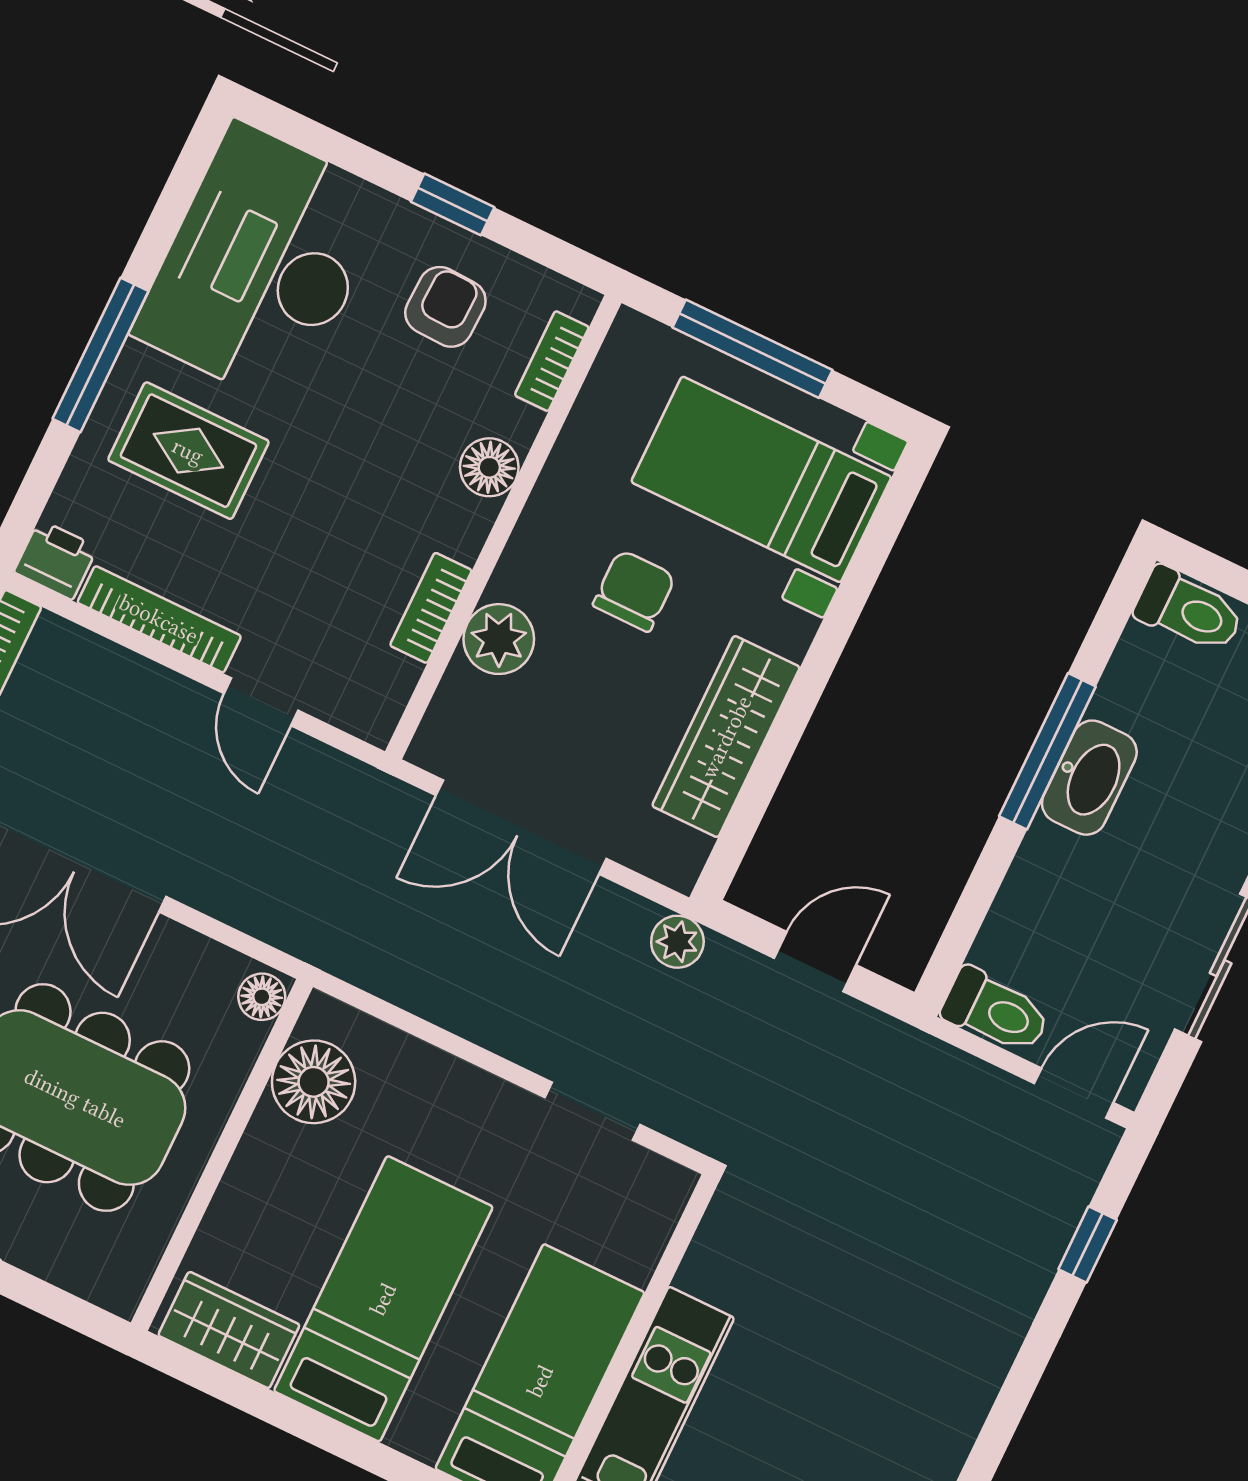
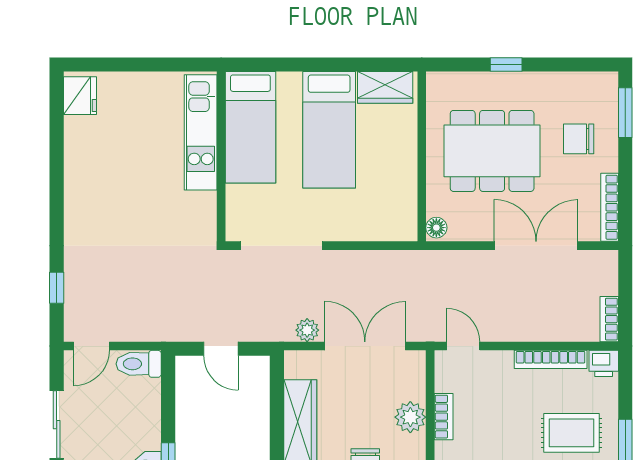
door: (261, 702) -> (463, 346), moved
plant: (677, 942) -> (307, 330), moved
door: (815, 962) -> (221, 349), hinge flipped
floor lamp: (314, 1082) -> (399, 203), removed
doorway: (592, 1111) -> (281, 246), width x1.87

